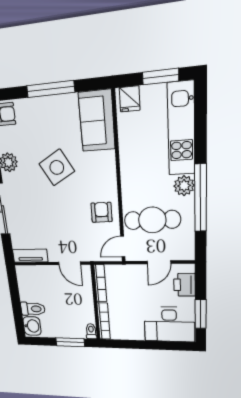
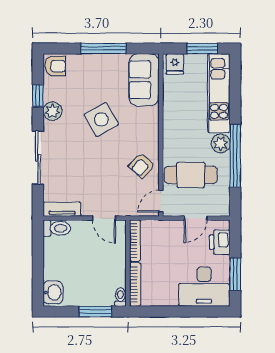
armchair: (102, 212) -> (142, 165), turned -138
toilet: (33, 309) -> (57, 228), moved

